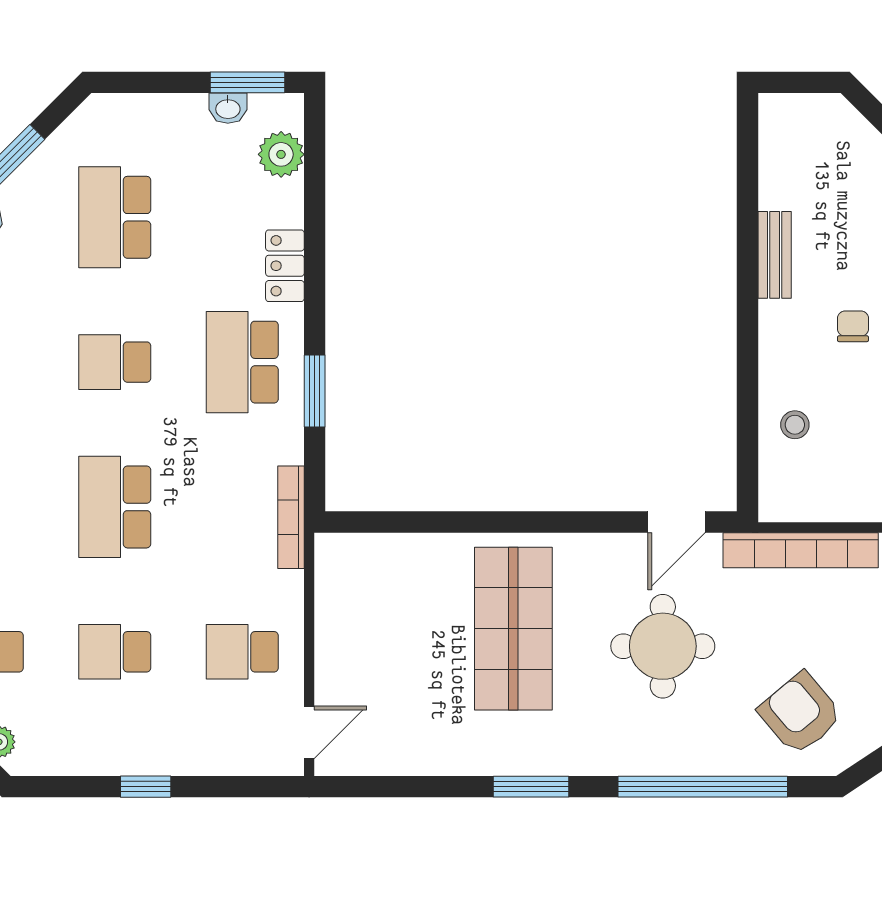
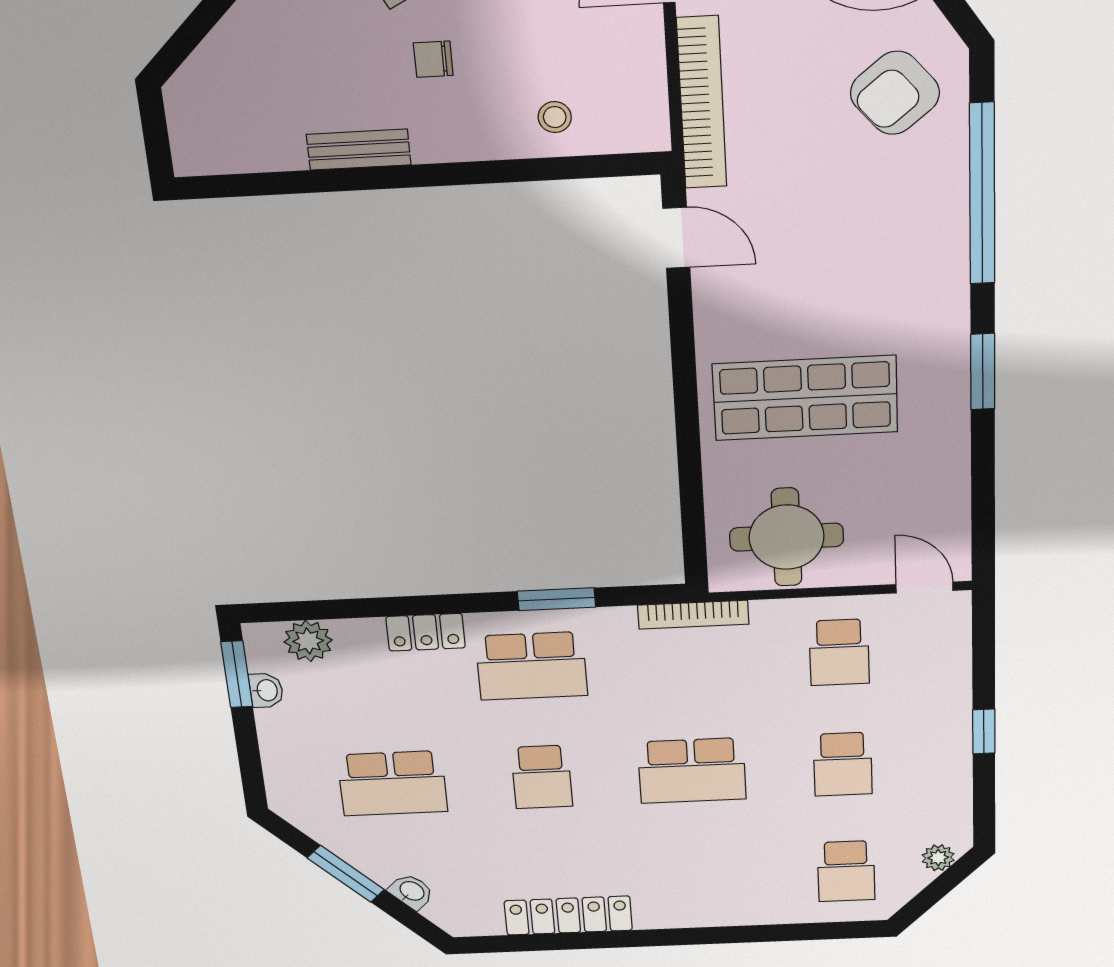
round table: (663, 646) -> (787, 537), moved

